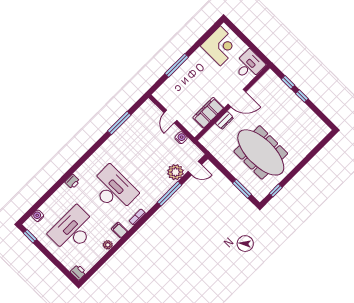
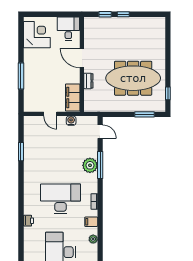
door: (237, 98) -> (82, 58), swing flipped
filing cabinet: (208, 113) -> (73, 97), moved
window: (119, 123) -> (21, 152), width x0.69
door: (195, 168) -> (100, 132), hinge flipped
plant: (175, 172) -> (90, 165), moved

